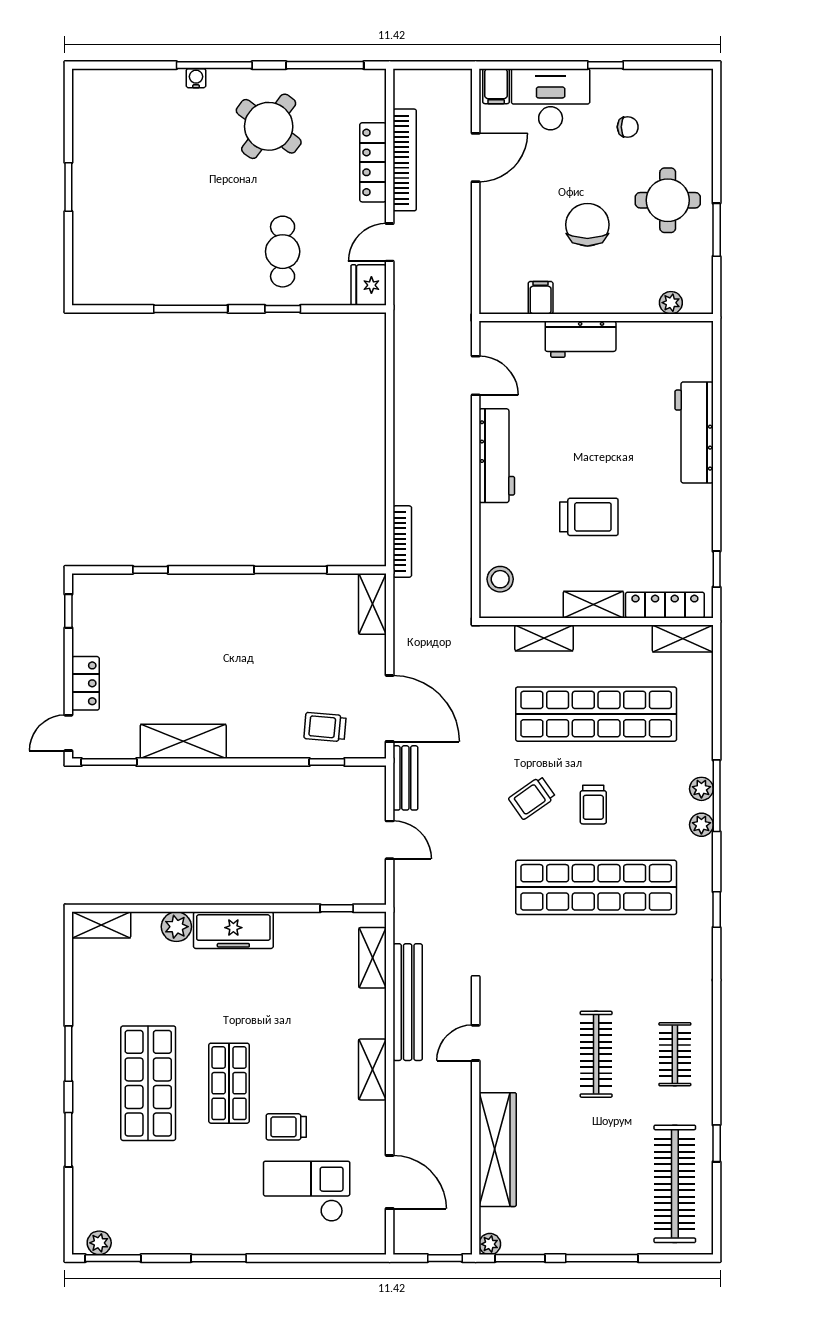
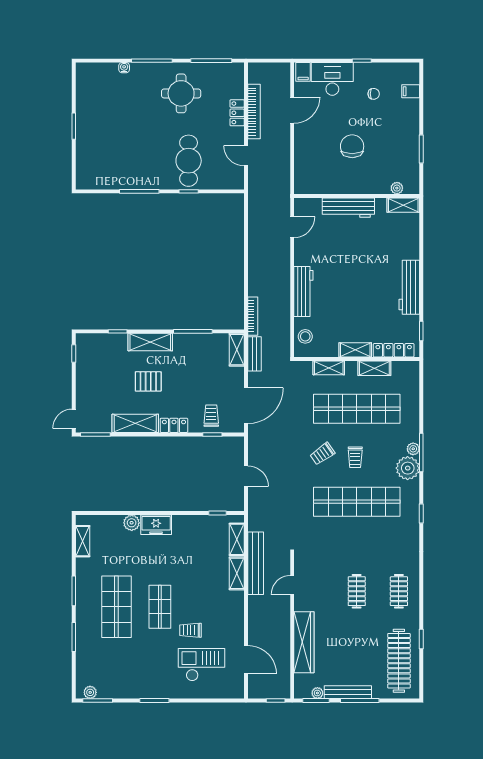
water cooler: (196, 78) -> (124, 68), moved
round table: (269, 126) -> (181, 93), turned -37
locker: (373, 162) -> (237, 113), width x0.66
round table: (668, 200) -> (395, 133), removed
door: (390, 242) -> (246, 156), hinge flipped
cafe table: (283, 252) -> (189, 161), width x1.37, depth x1.35
fridge: (369, 285) -> (235, 179), removed
filing cabinet: (541, 298) -> (411, 91), moved, turned -90
shelving: (683, 335) -> (403, 205), added
workbench: (581, 339) -> (348, 208), width x1.38
door: (476, 375) -> (292, 227), hinge flipped
workbench: (694, 432) -> (409, 287), moved
workbench: (497, 456) -> (303, 292), moved
trolley: (589, 517) -> (353, 303), removed
shelving: (211, 590) -> (150, 342), added
shelving: (683, 639) -> (374, 368), moved
pallet: (207, 663) -> (148, 381), added
locker: (85, 683) -> (174, 425), moved, turned -90
door: (390, 708) -> (246, 406), hinge flipped
trolley: (325, 727) -> (211, 416), turned 85
bench: (405, 778) -> (254, 354), moved
plant: (701, 825) -> (408, 468), width x1.88, depth x1.88
shelving: (101, 925) -> (83, 541), moved, turned 90
freezer: (233, 930) -> (156, 525), width x0.71
clothes rail: (596, 1054) -> (357, 591), width x0.73
shelving: (372, 1069) -> (237, 573), moved
bench: (580, 1242) -> (348, 692), added
plant: (490, 1244) -> (317, 693), moved

